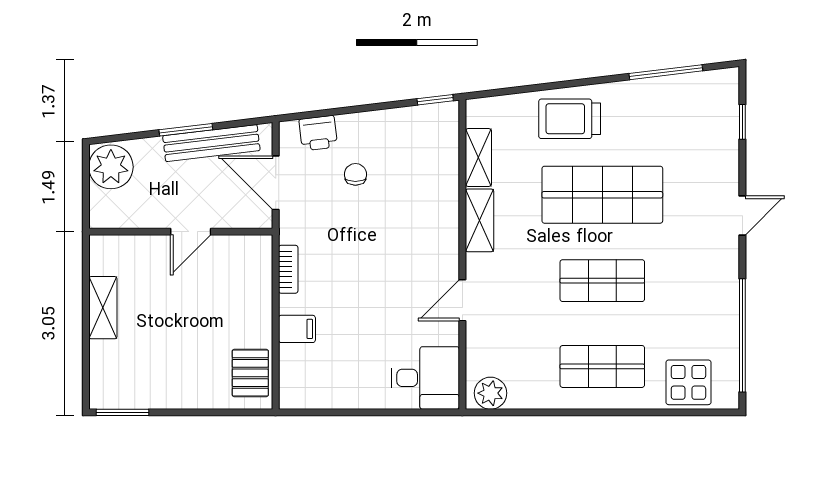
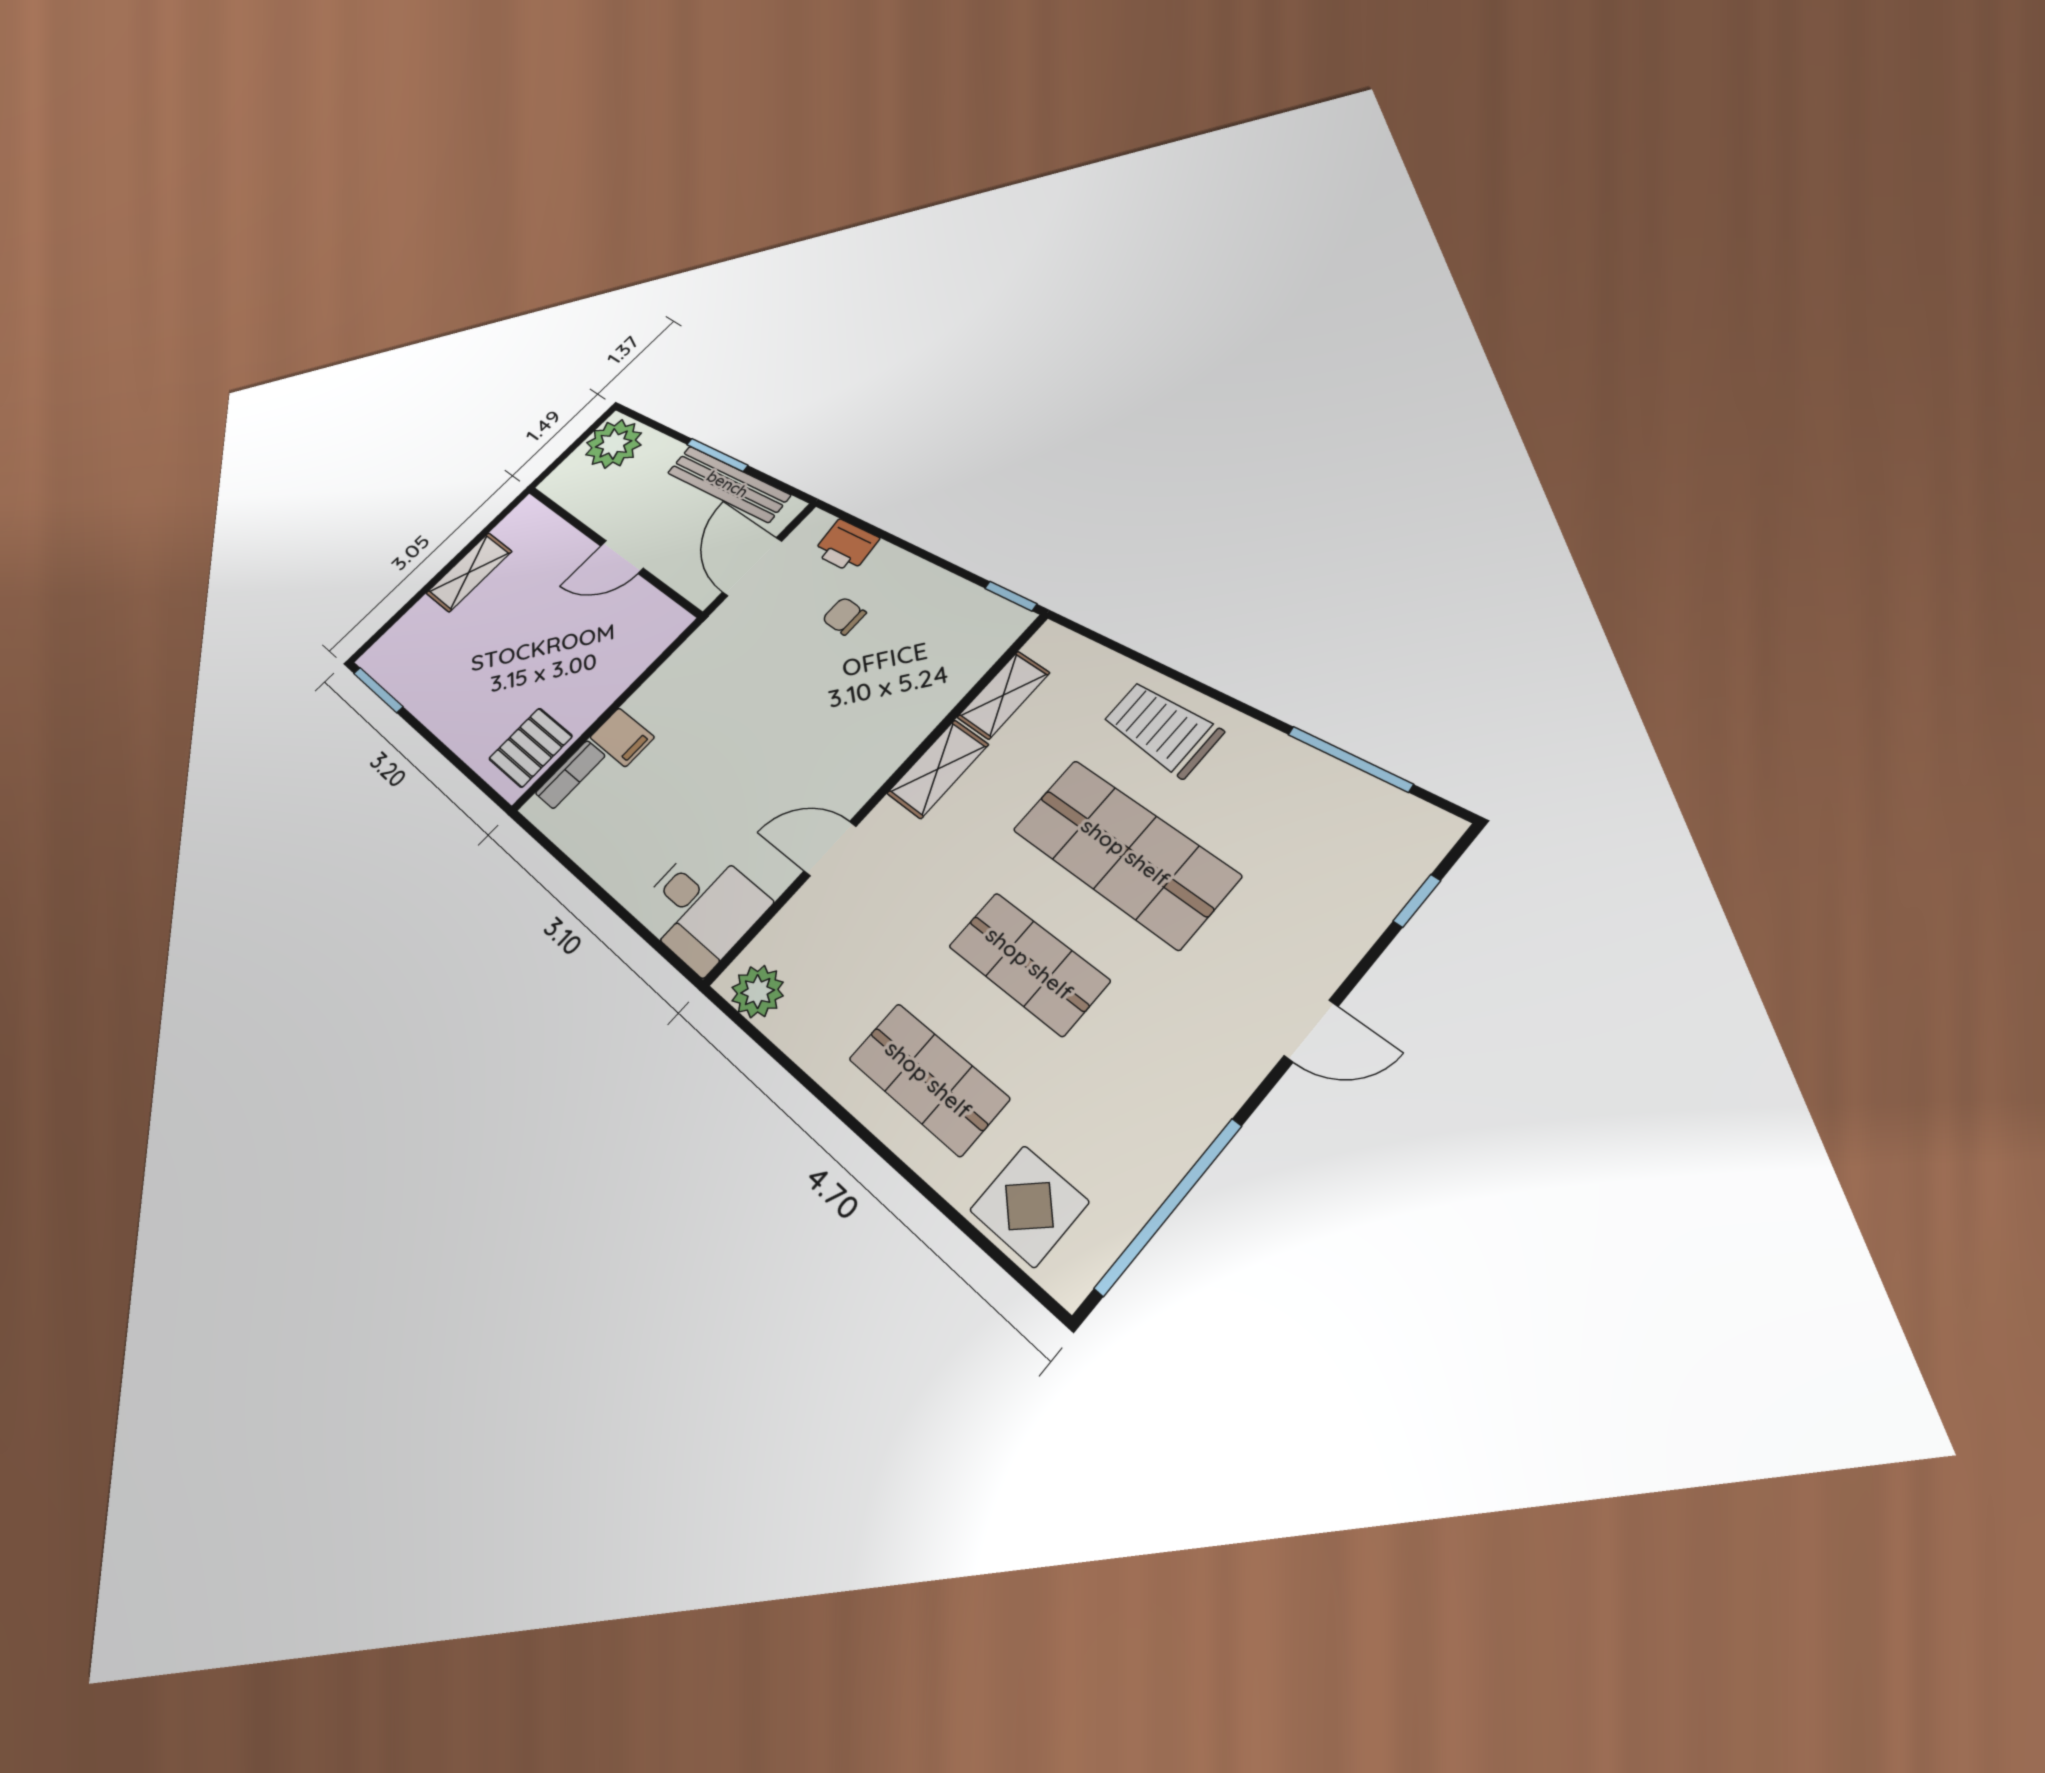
chair: (355, 174) -> (844, 616), turned -90
bookcase: (288, 269) -> (570, 774), moved

